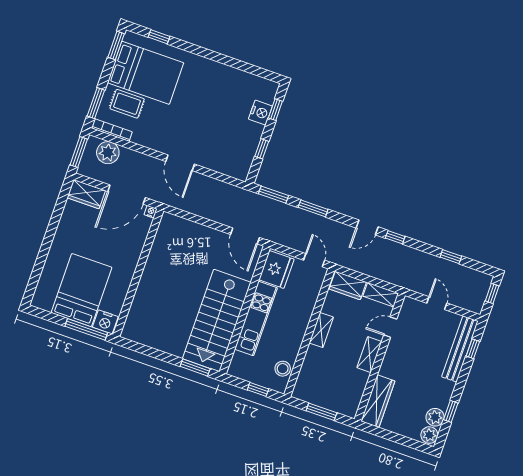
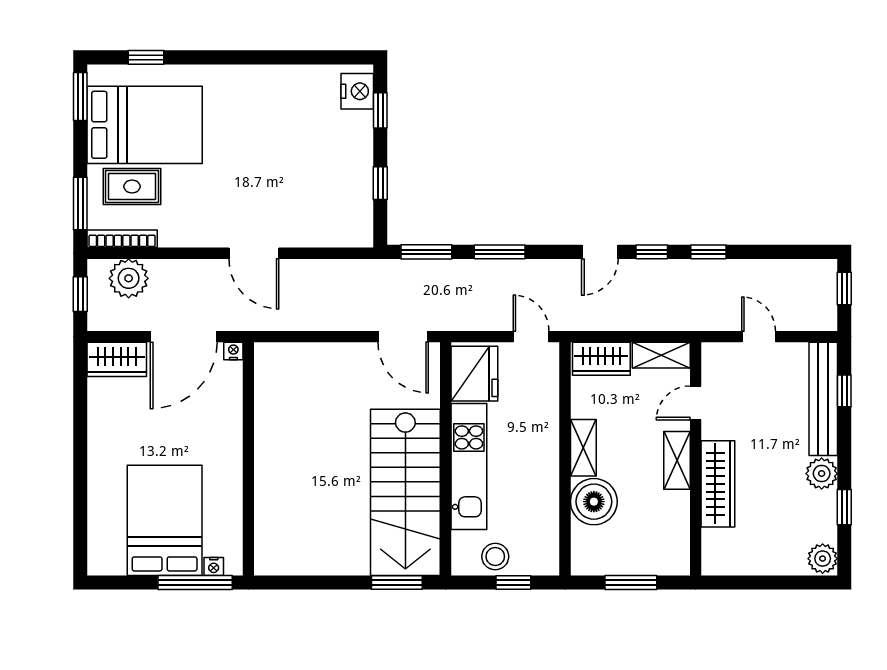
nightstand: (260, 113) -> (357, 91), moved
window: (79, 152) -> (80, 294), width x0.67
window: (451, 257) -> (708, 252), moved
nightstand: (105, 322) -> (214, 566), width x0.53, depth x0.56
boiler: (317, 361) -> (594, 502), added
stool: (283, 369) -> (495, 557), moved
wardrobe: (378, 401) -> (718, 484), moved
plant: (435, 417) -> (822, 474), moved

